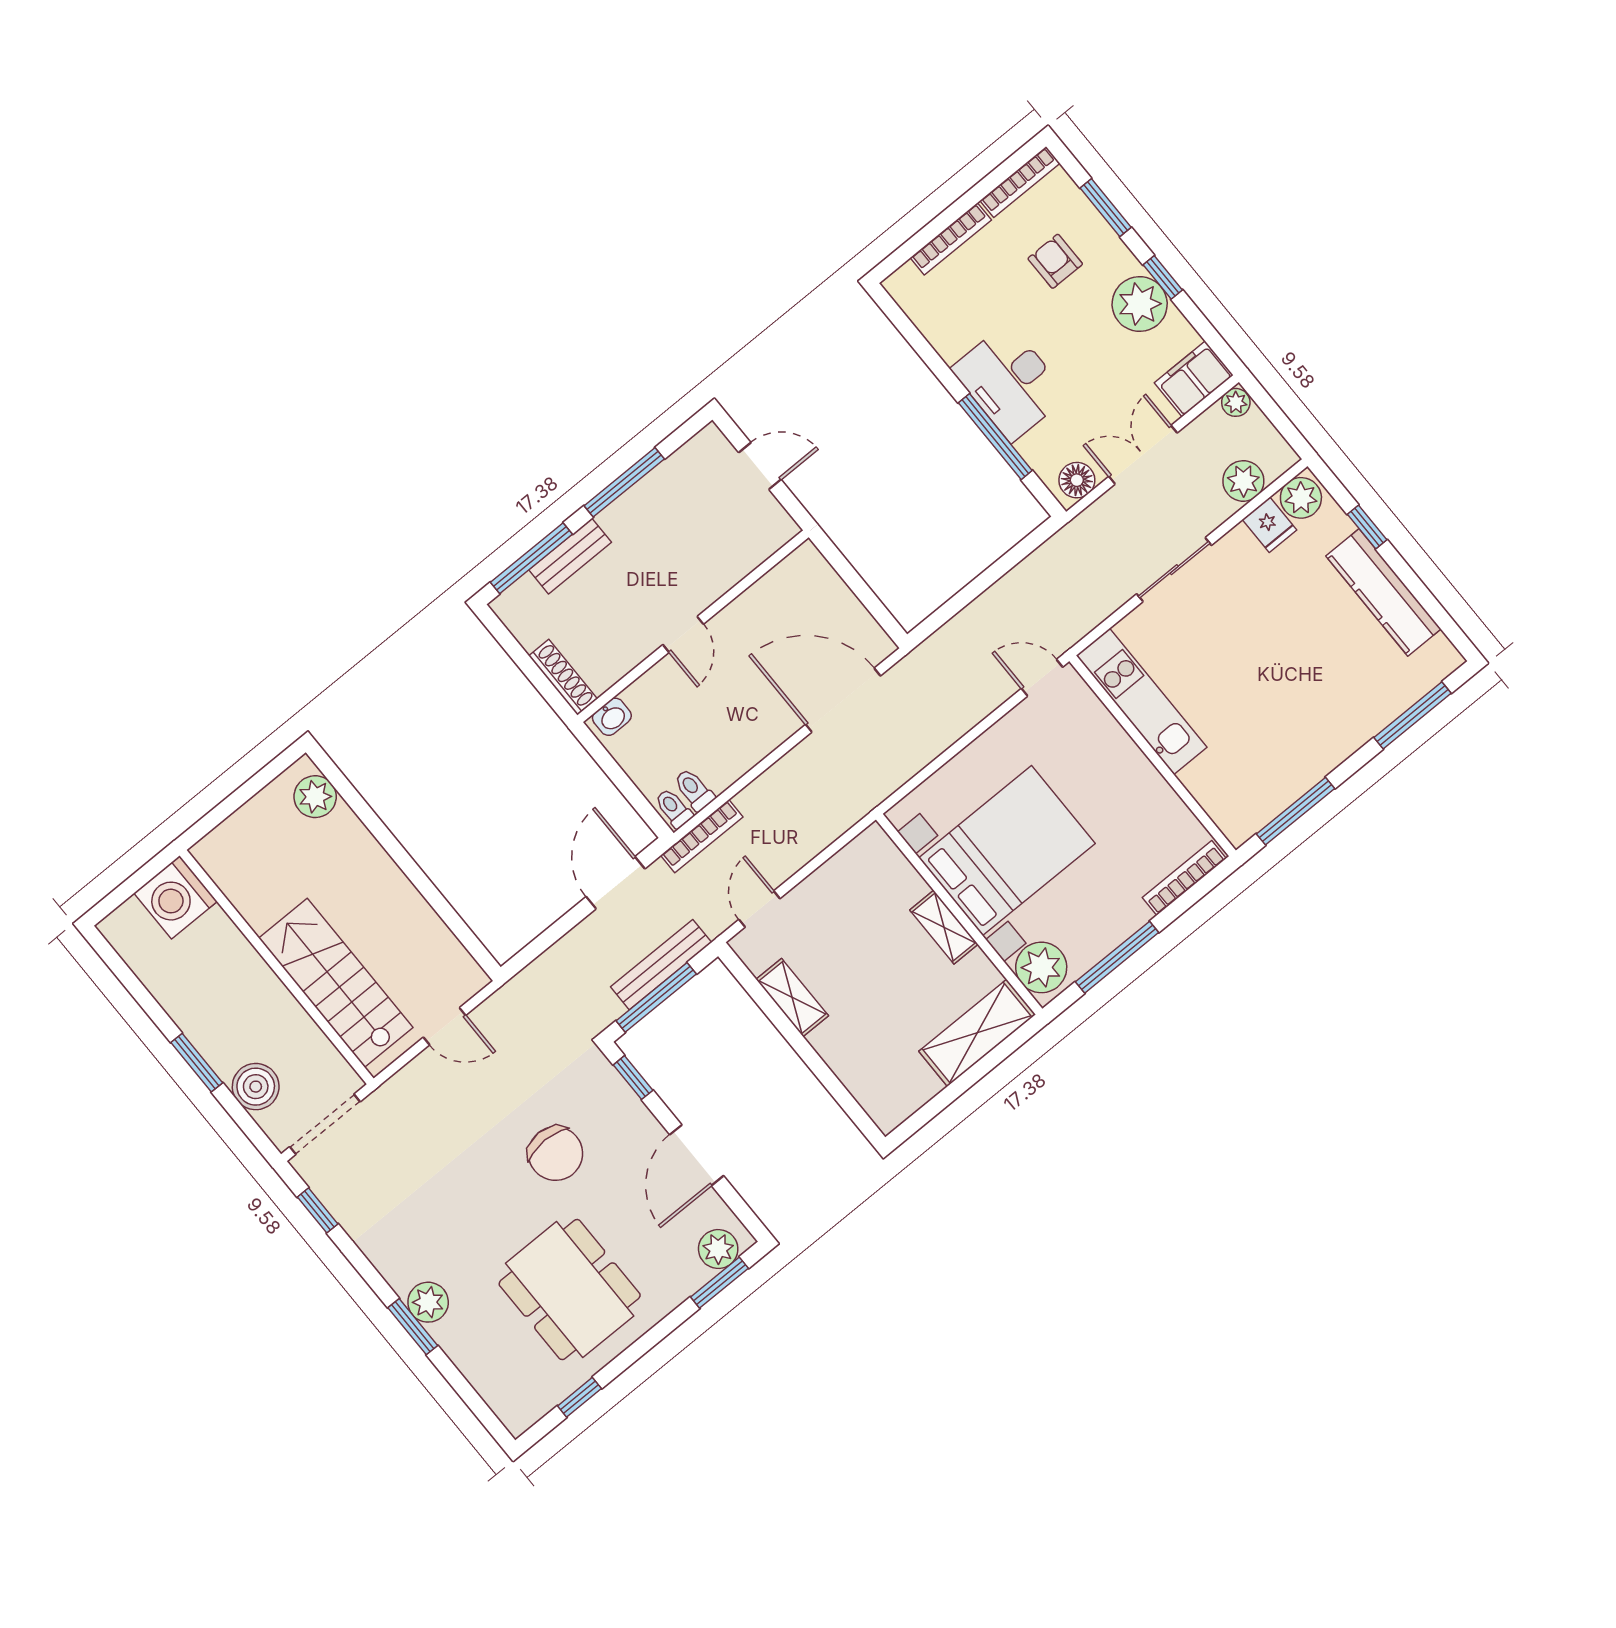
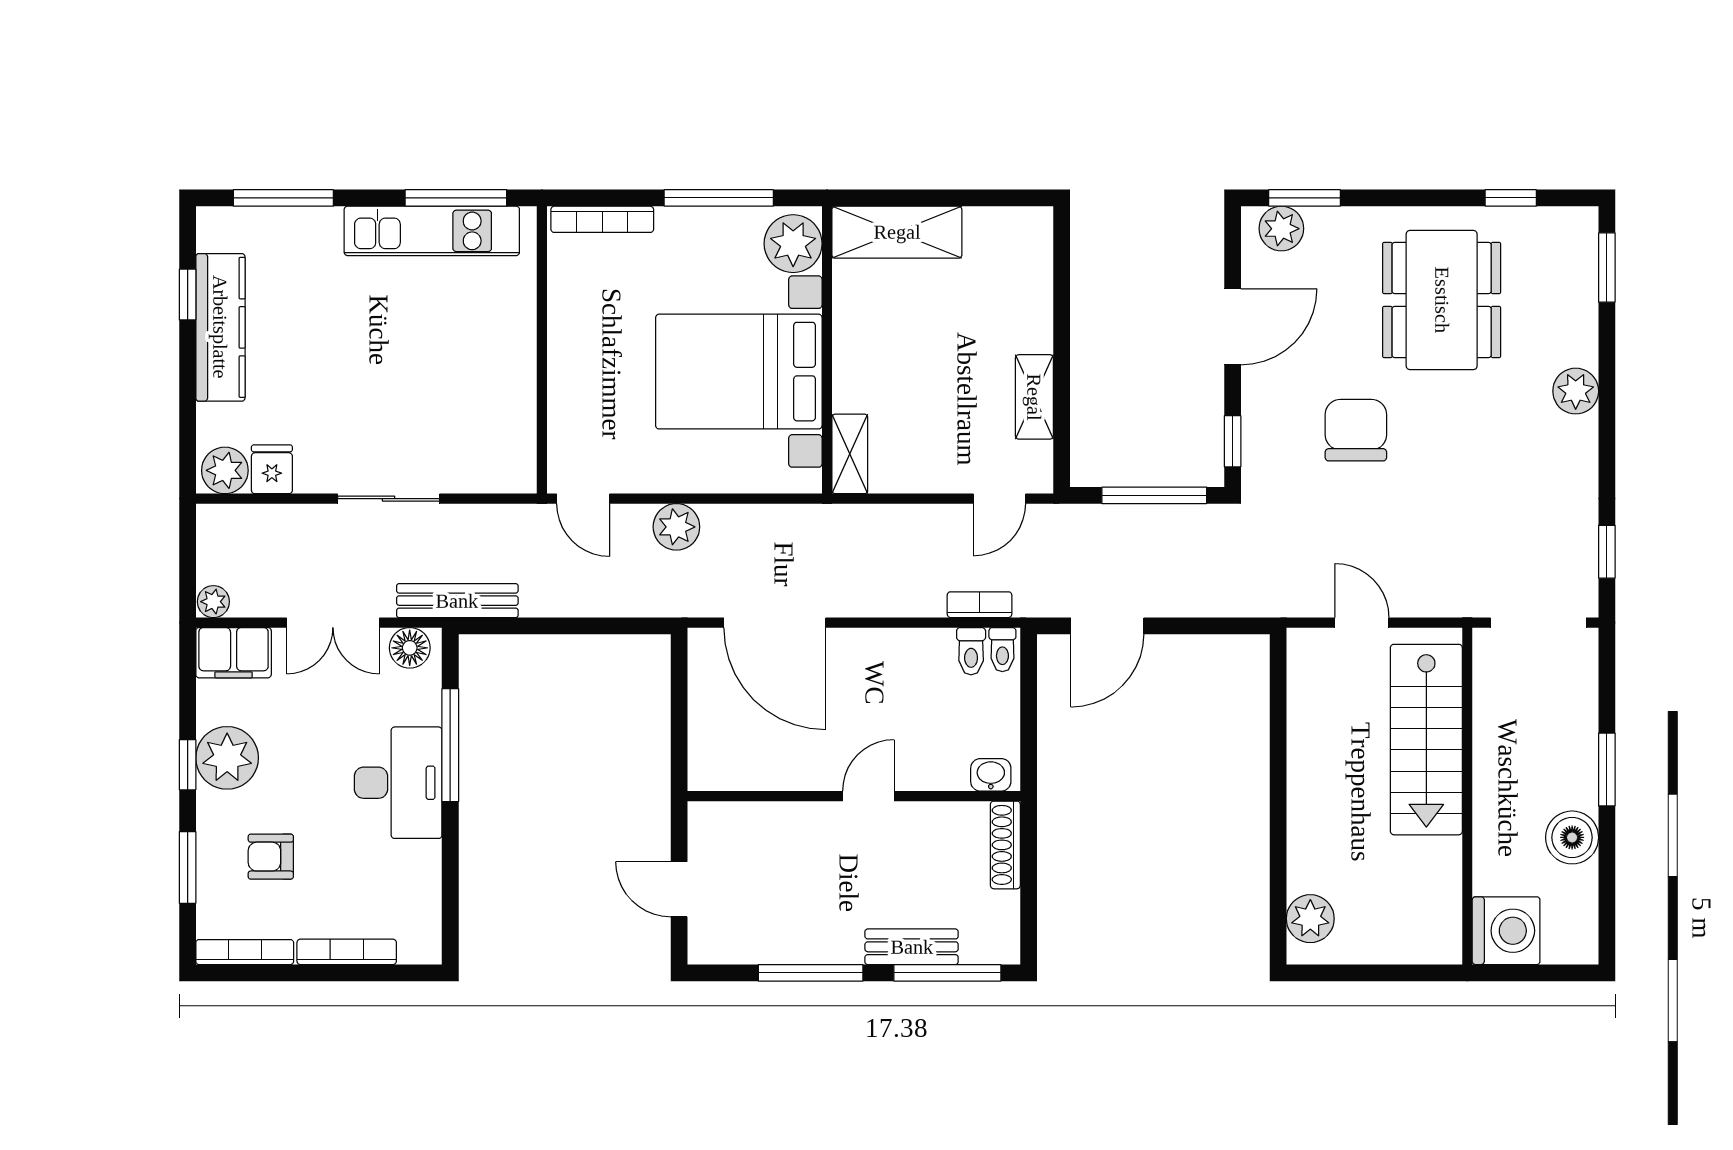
armchair: (1055, 261) -> (271, 857), turned 90
plant: (1243, 481) -> (676, 527), moved
window: (1367, 527) -> (188, 295), moved
kitchen unit: (1142, 701) -> (432, 231), moved, turned -90
bookcase: (702, 836) -> (980, 605), width x0.64
shelving: (944, 927) -> (850, 454), moved
bench: (661, 965) -> (457, 601), moved
boiler: (256, 1087) -> (1572, 837), moved
window: (413, 1327) -> (1607, 268), moved

